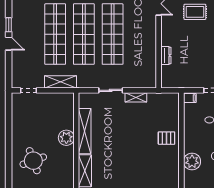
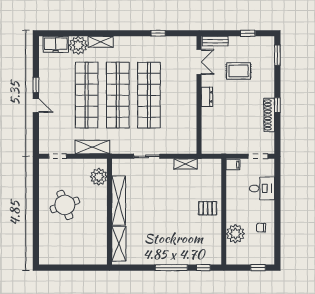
dresser: (166, 56) -> (207, 97), moved
shelving: (136, 97) -> (186, 164), moved
plant: (66, 138) -> (99, 177), moved
round table: (33, 161) -> (65, 205), moved

